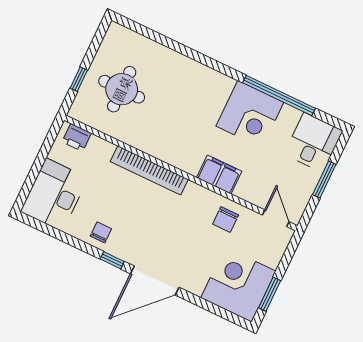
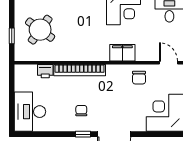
round table: (122, 89) -> (40, 30), turned 36
printer: (77, 138) -> (45, 71), moved
chair: (101, 232) -> (81, 111), moved

